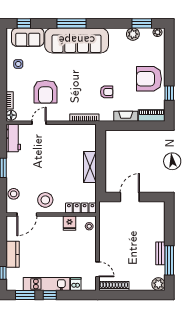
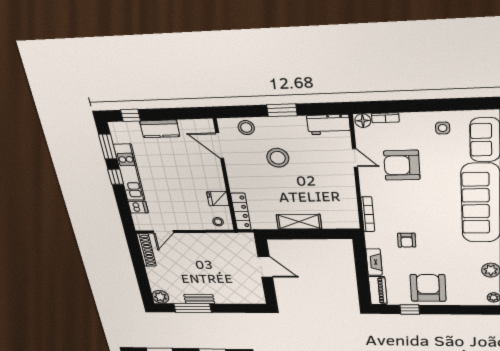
stool: (45, 200) -> (278, 158), moved

